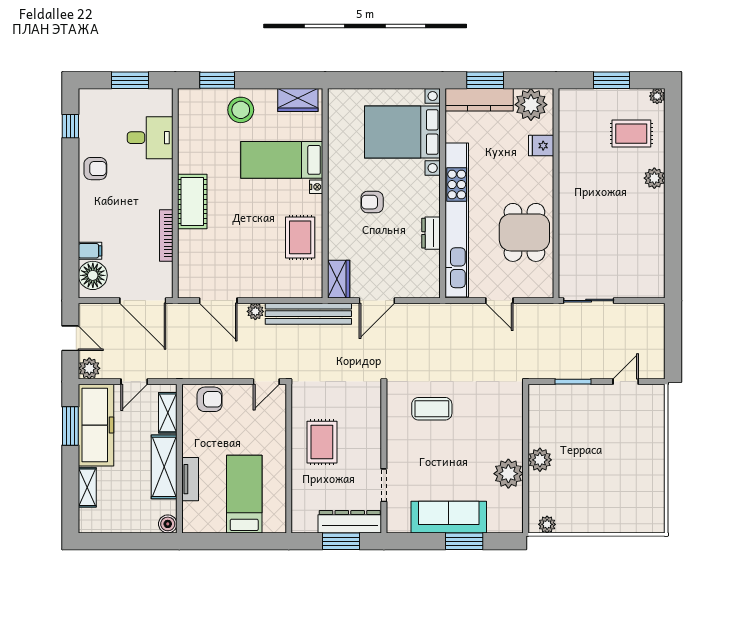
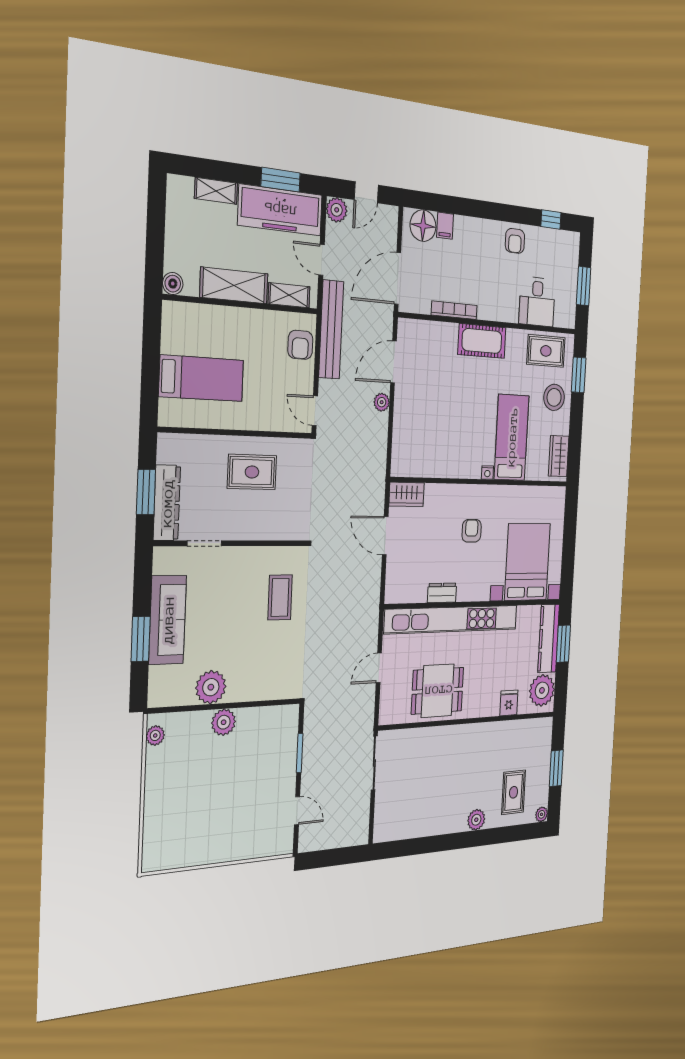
rug: (300, 237) -> (546, 351), moved
bench: (308, 314) -> (331, 329), moved
tv unit: (190, 479) -> (220, 315), removed

